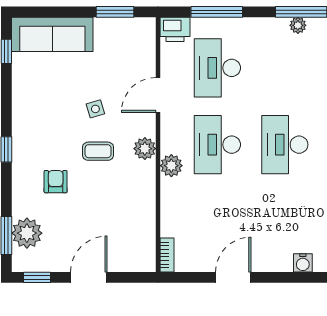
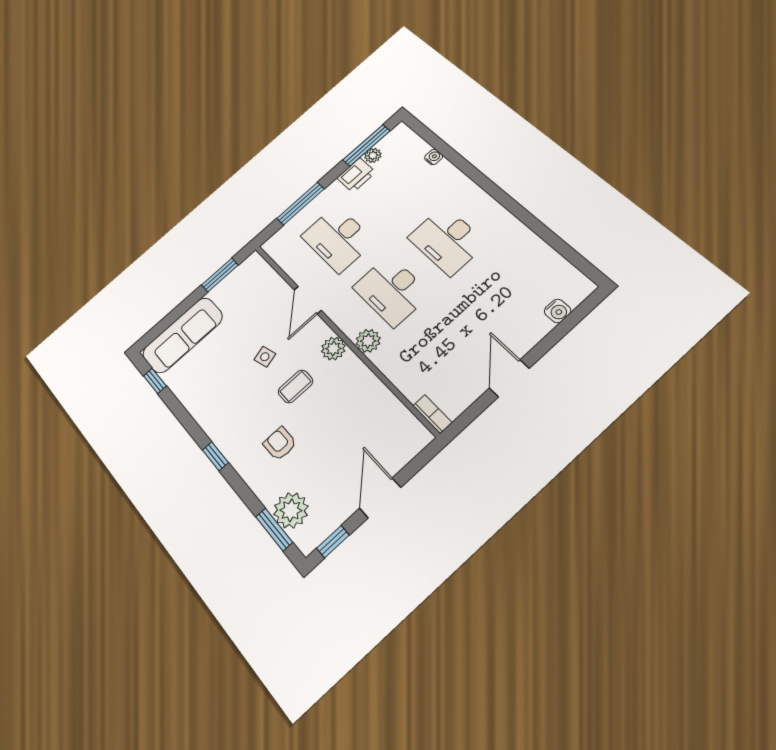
printer: (175, 29) -> (356, 175), moved

